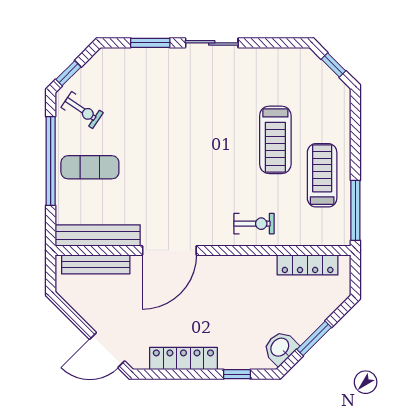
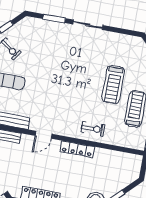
door: (169, 250) -> (44, 135), width x0.53
locker: (308, 265) -> (77, 149), moved

